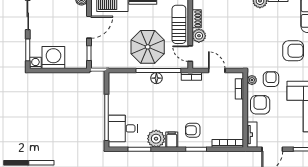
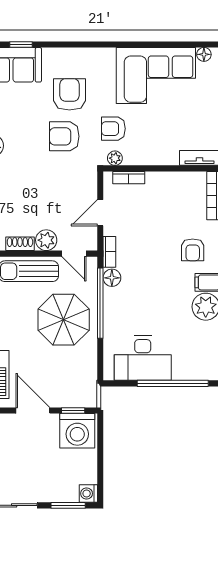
door: (190, 54) -> (74, 254), hinge flipped
washing machine: (53, 58) -> (77, 431), moved, turned -90
floor lamp: (156, 78) -> (112, 278), moved
armchair: (260, 105) -> (64, 136), moved
desk: (123, 128) -> (143, 358), moved, width x1.37

